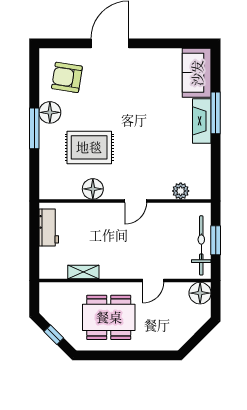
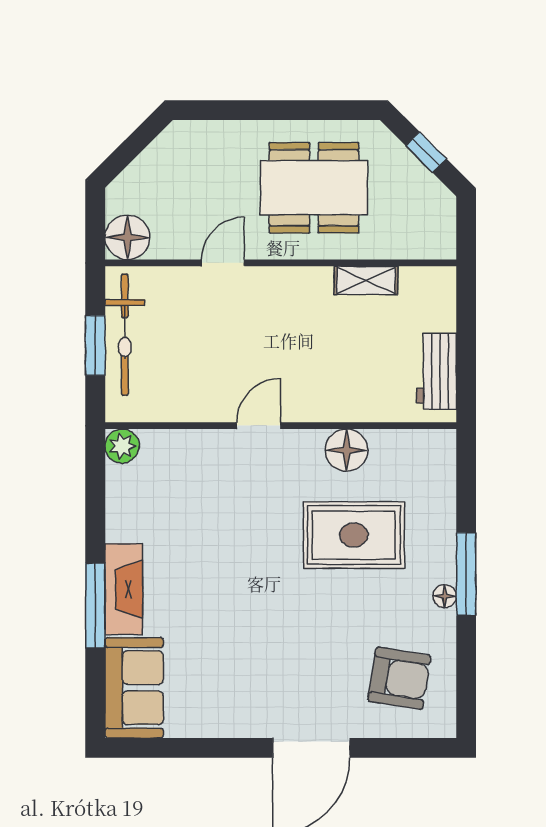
floor lamp: (50, 112) -> (445, 596), width x0.53, depth x0.53
plant: (181, 191) -> (122, 446), moved

